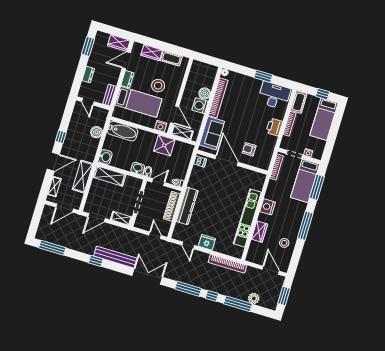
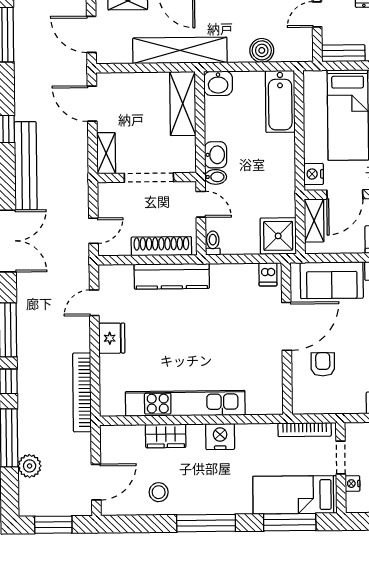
shower: (164, 145) -> (278, 236), moved
shelving: (83, 177) -> (180, 50), width x1.47

